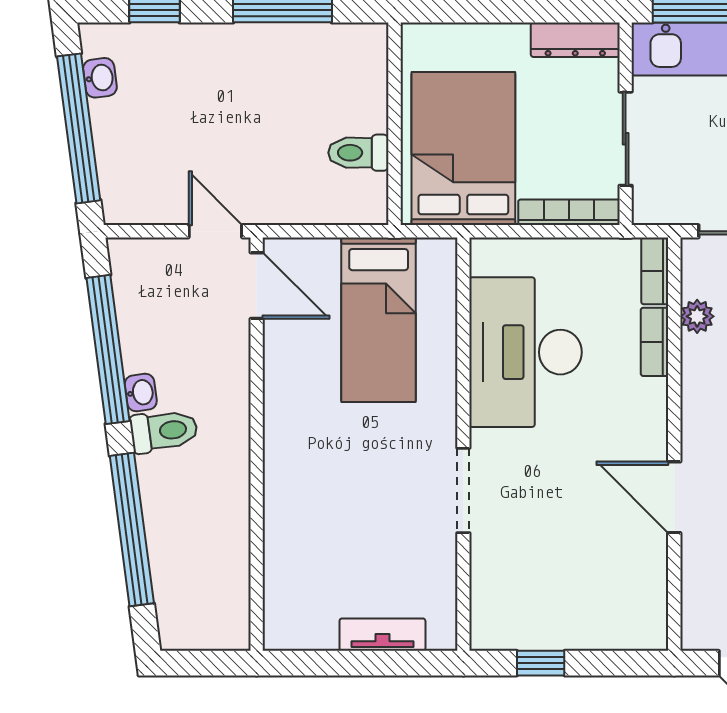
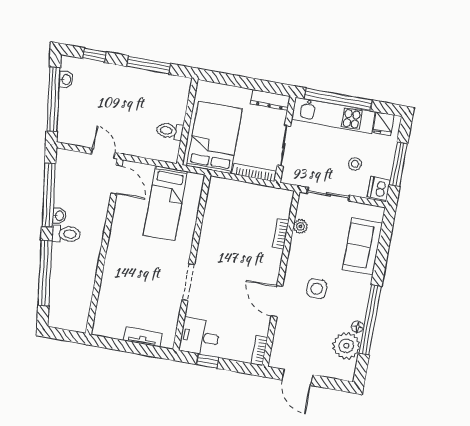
bookcase: (655, 271) -> (259, 351), moved
desk: (526, 352) -> (200, 337), moved, width x0.53, depth x0.77

